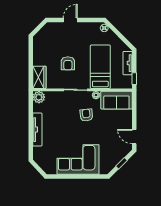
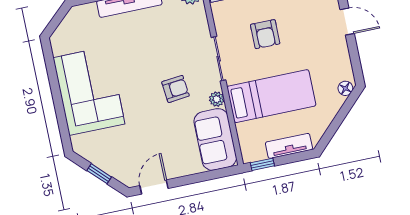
armchair: (68, 63) -> (265, 34), turned -90

